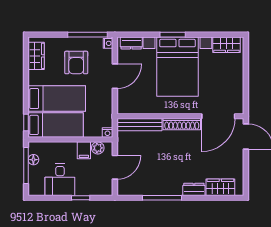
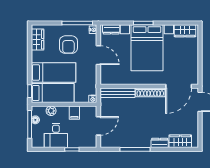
door: (115, 76) -> (98, 55), hinge flipped
plant: (98, 148) -> (51, 111), moved

